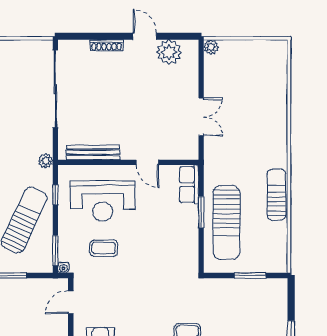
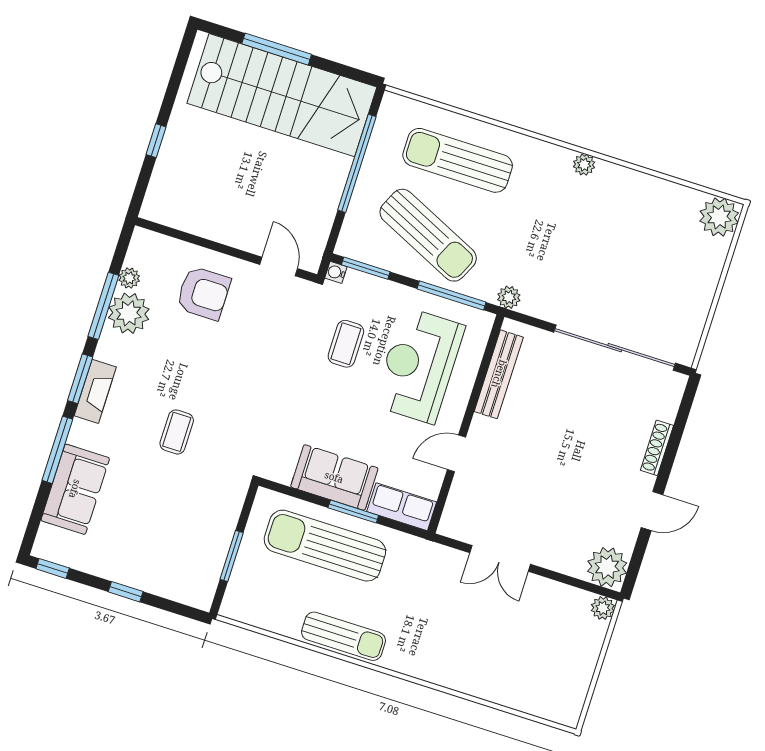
plant: (169, 52) -> (607, 567), moved
window: (55, 195) -> (452, 296), width x2.17
sofa: (185, 230) -> (334, 477), added

